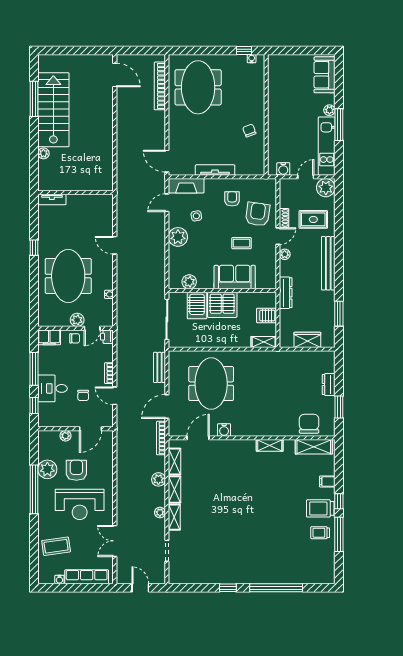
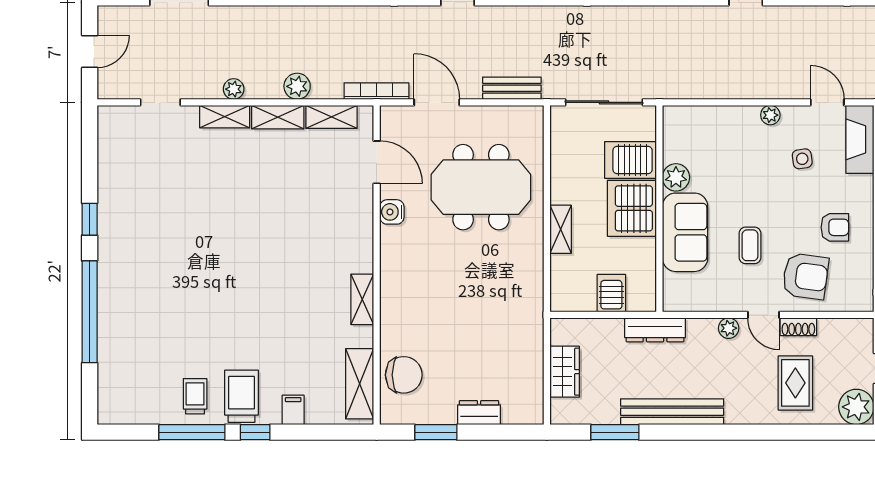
plant: (178, 237) -> (770, 115), width x0.53, depth x0.53
bench: (328, 263) -> (672, 412), moved
plant: (189, 282) -> (676, 177), moved
shelving: (264, 342) -> (561, 229), moved

